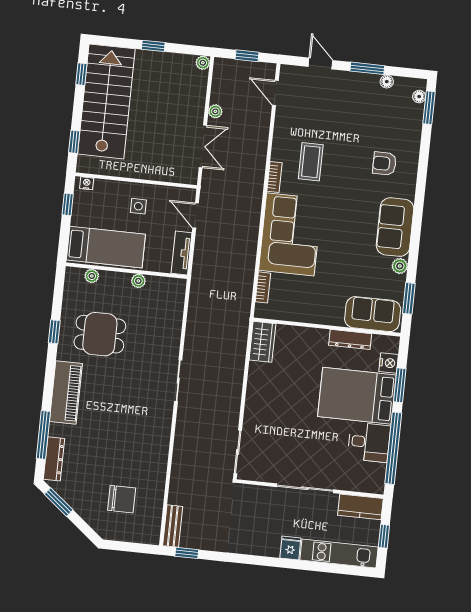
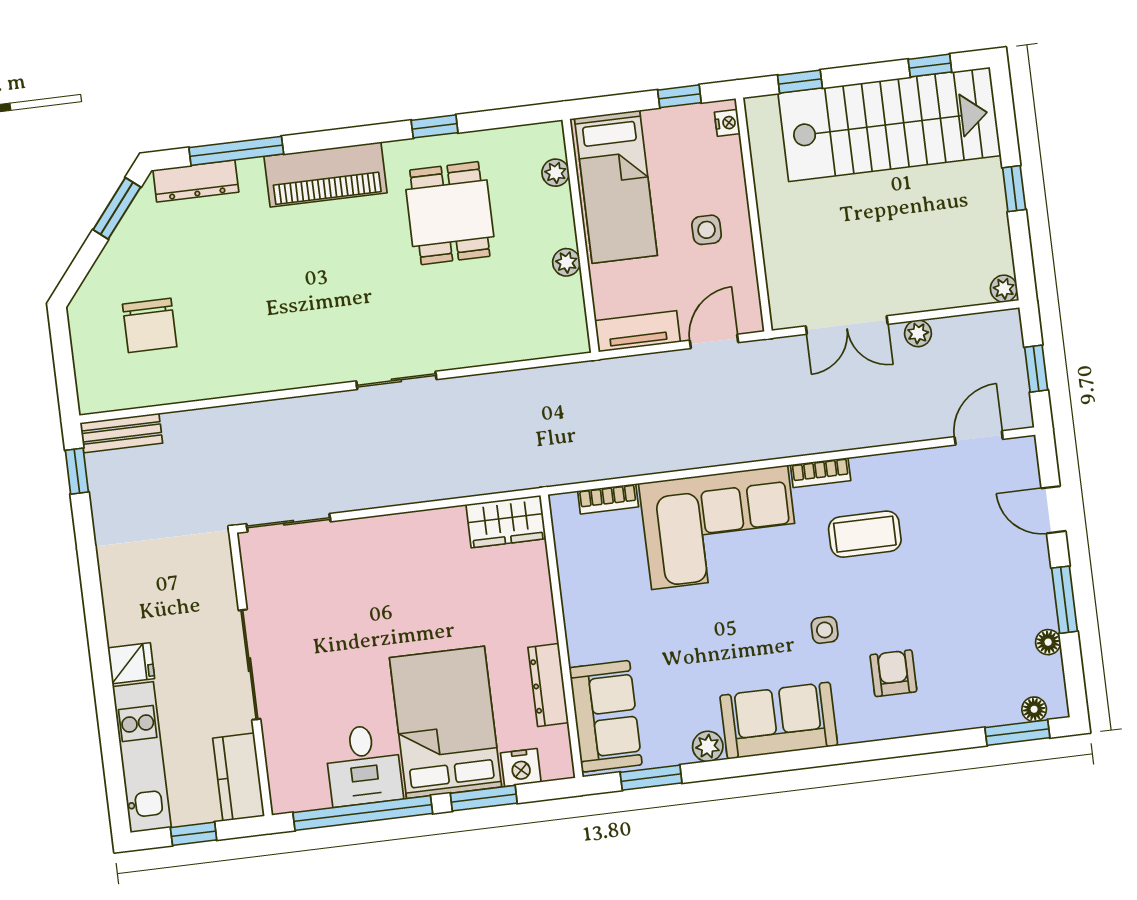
door: (320, 63) -> (1053, 510), swing flipped
side table: (355, 193) -> (825, 630), added

